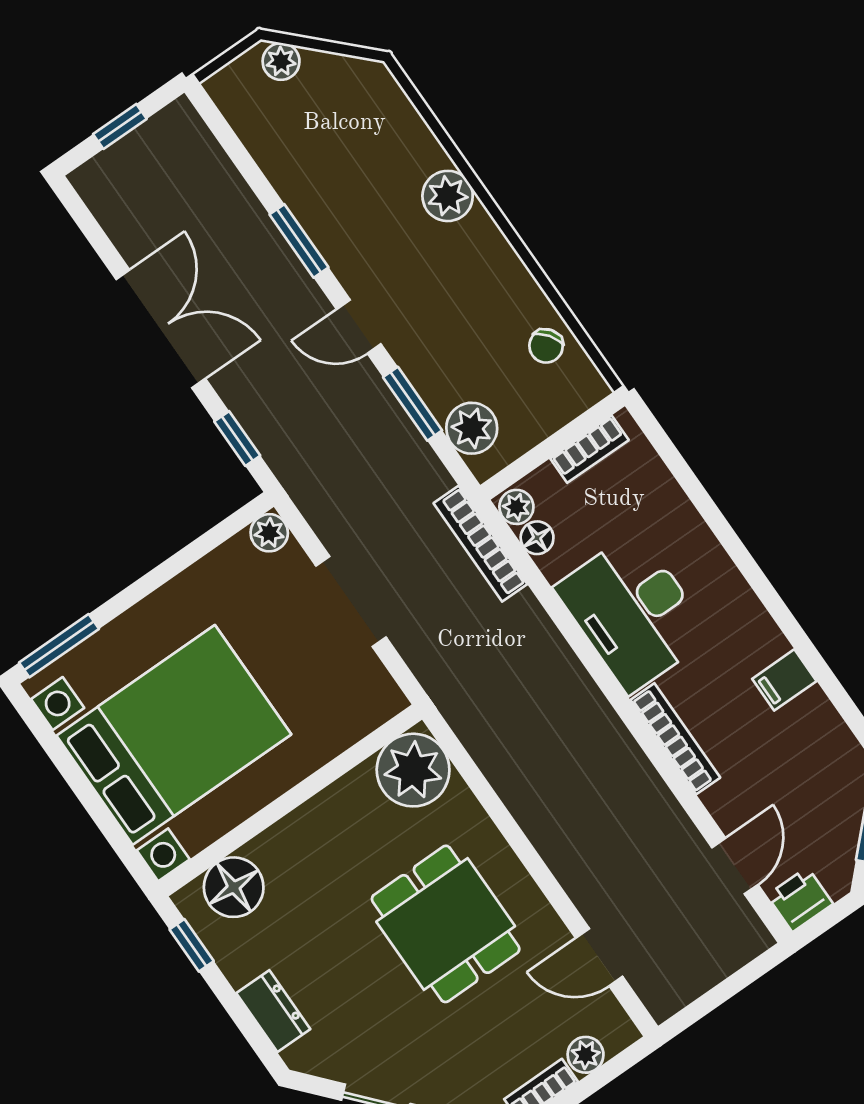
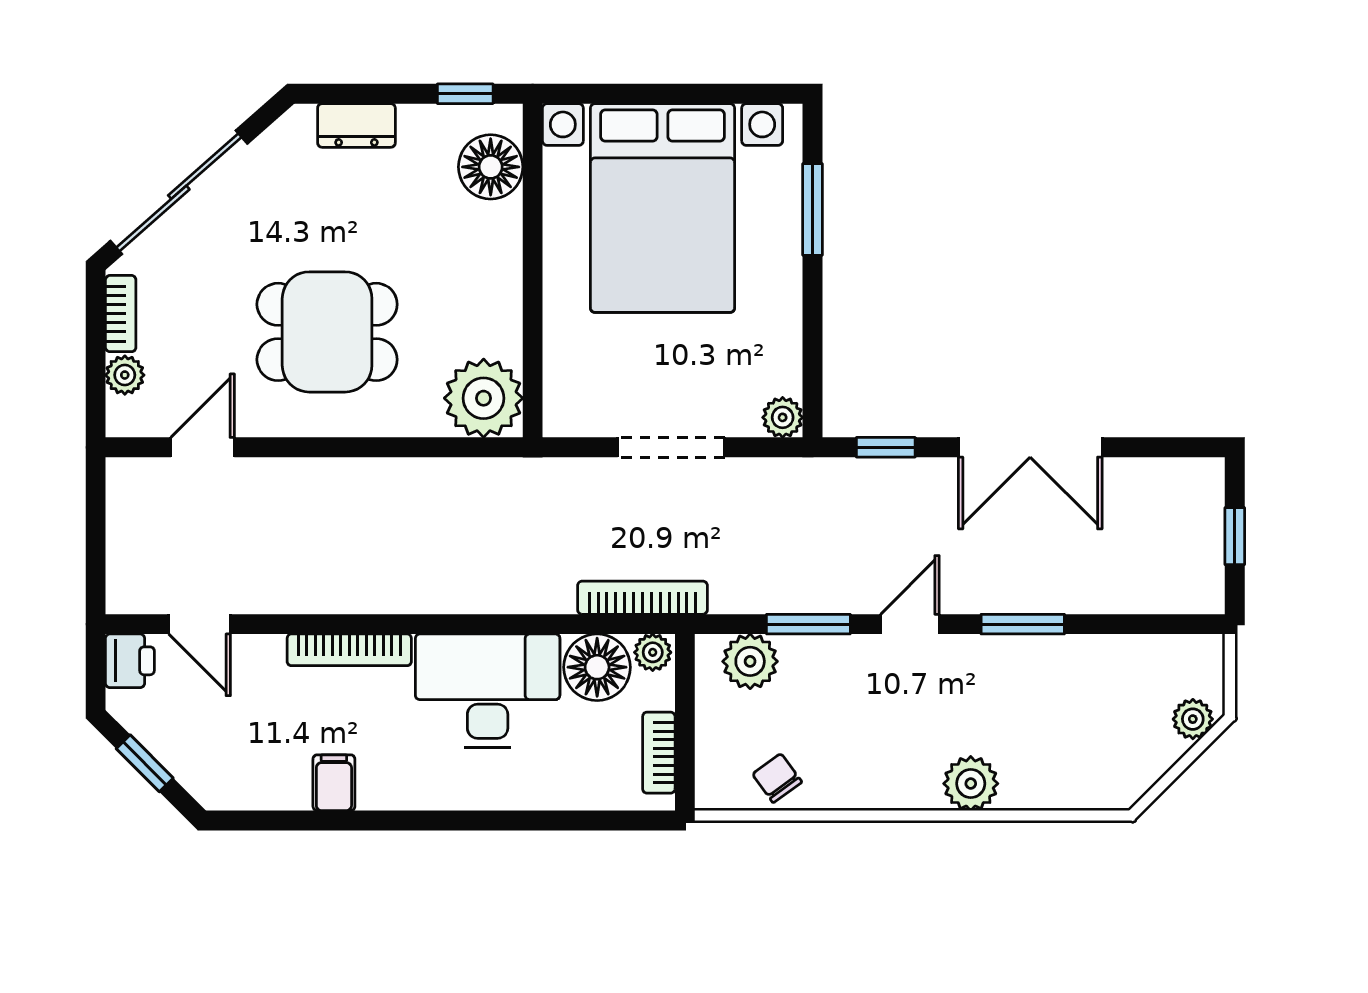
floor lamp: (537, 538) -> (597, 667), width x1.89, depth x1.89
window: (59, 646) -> (812, 209), moved

